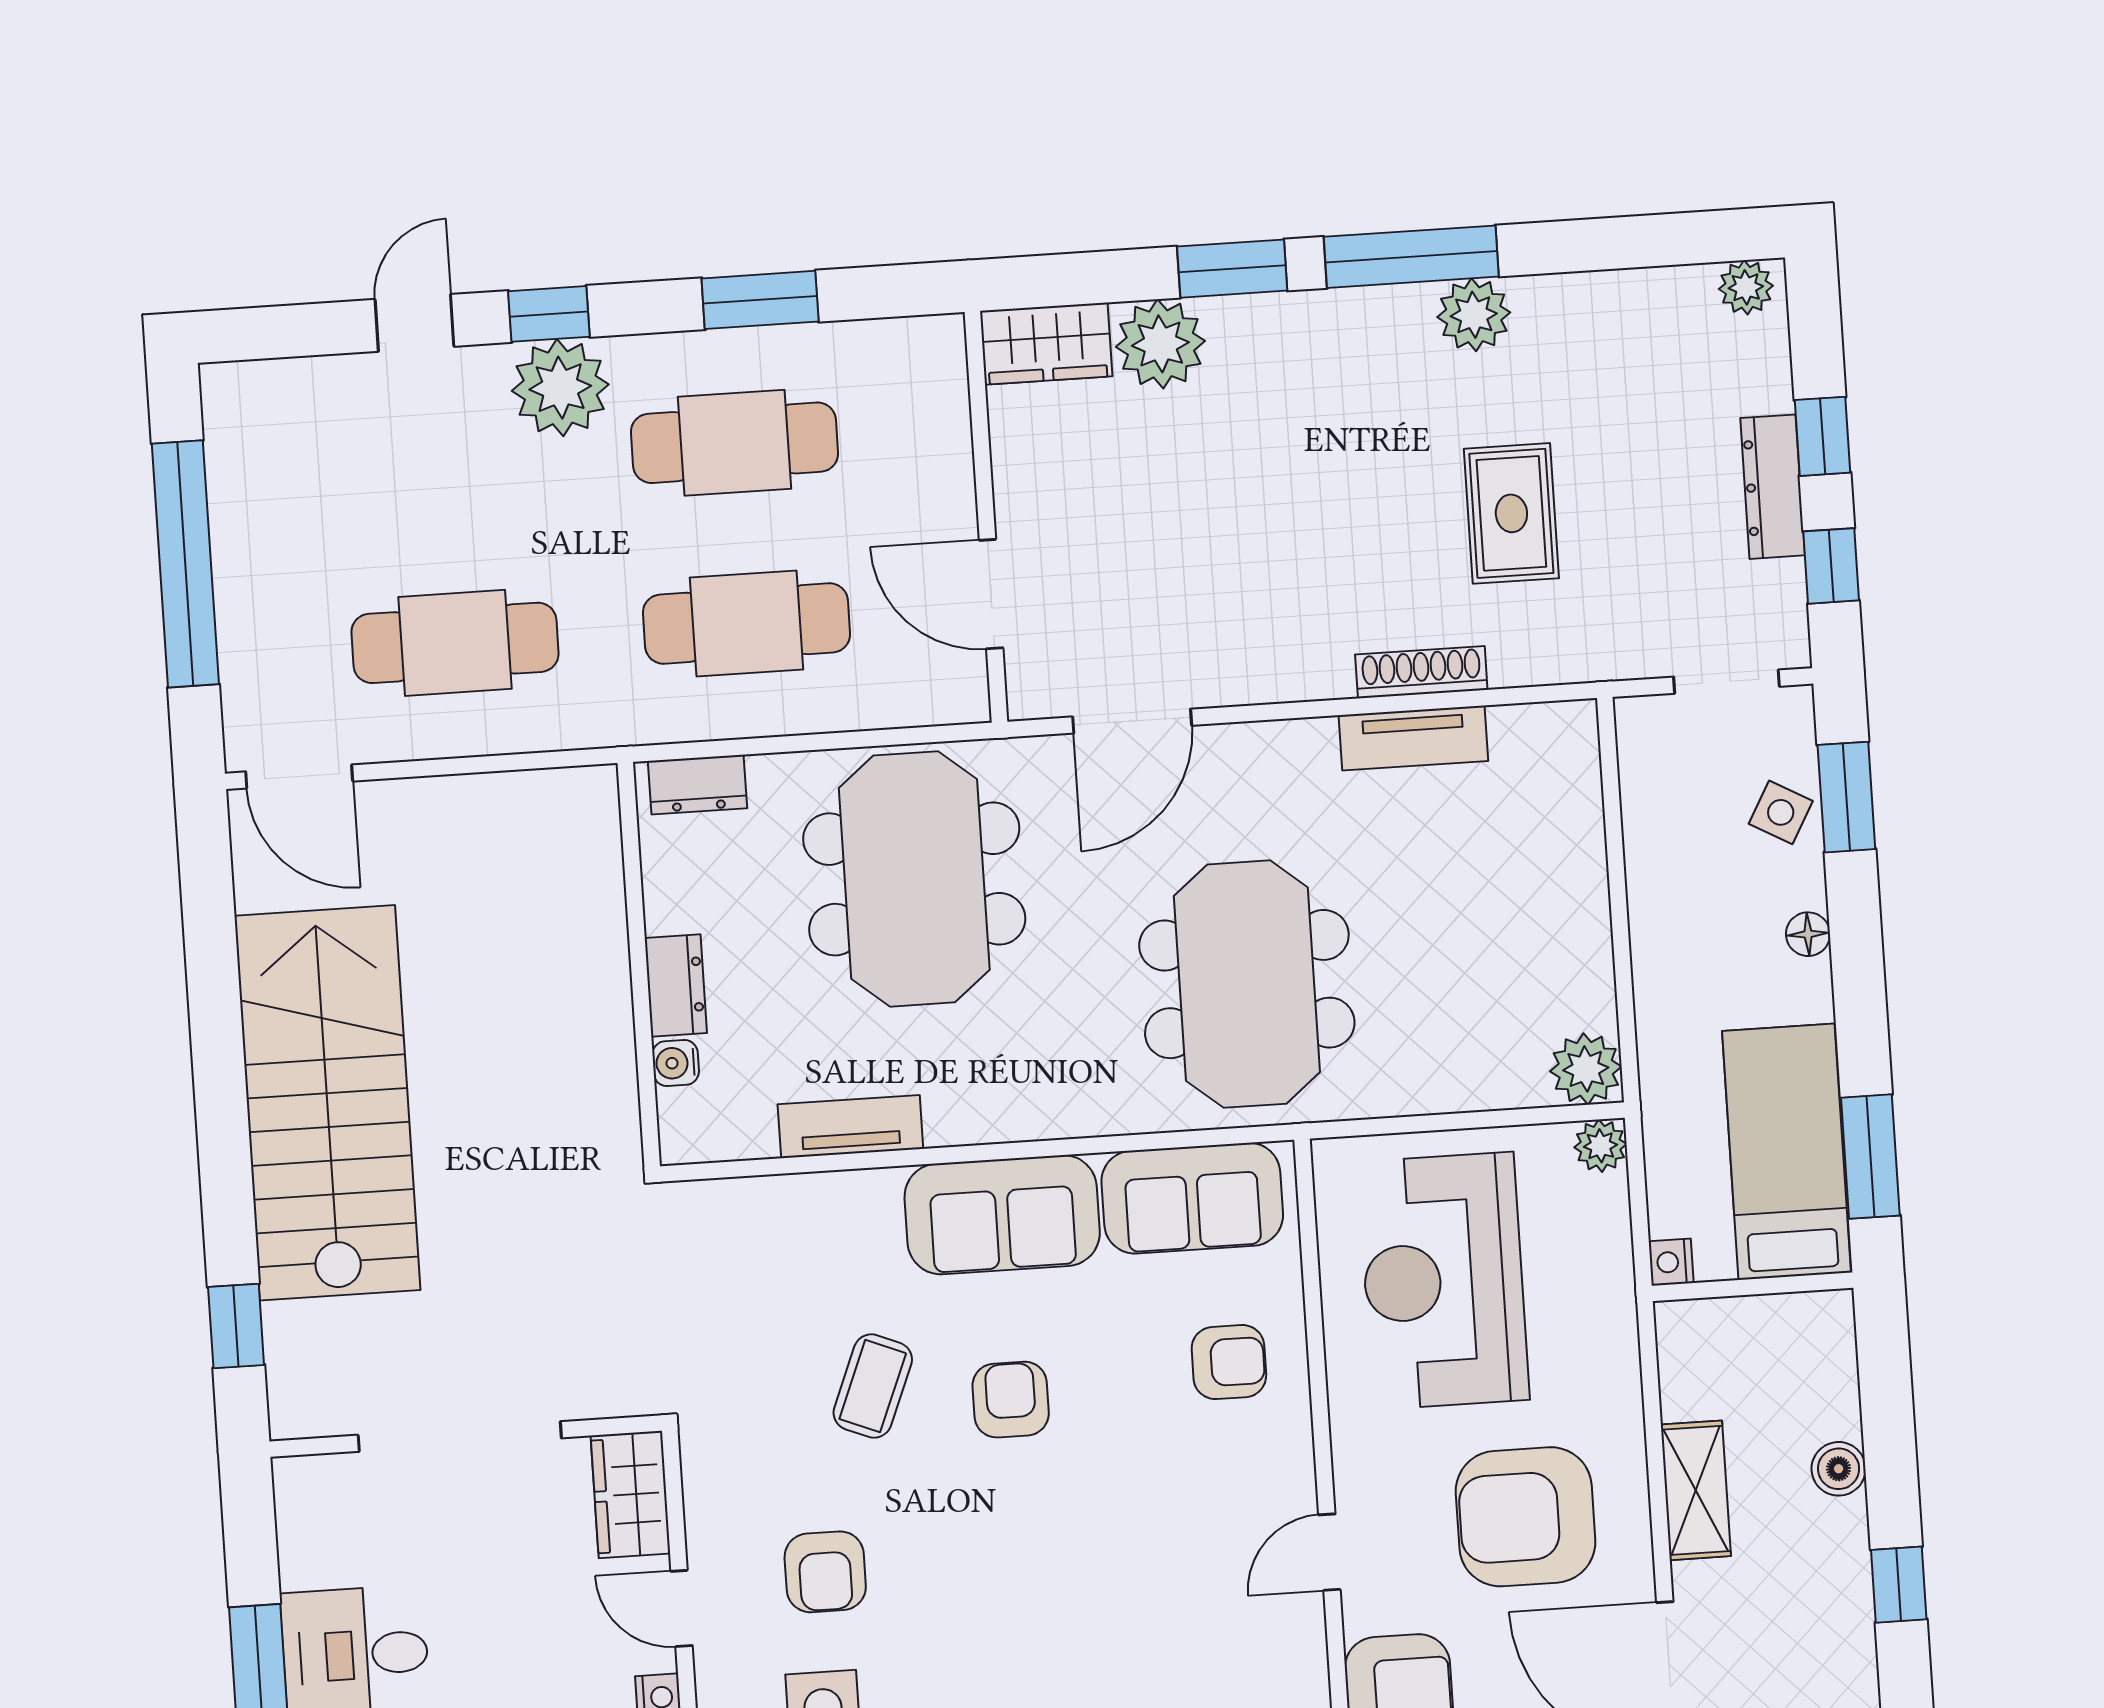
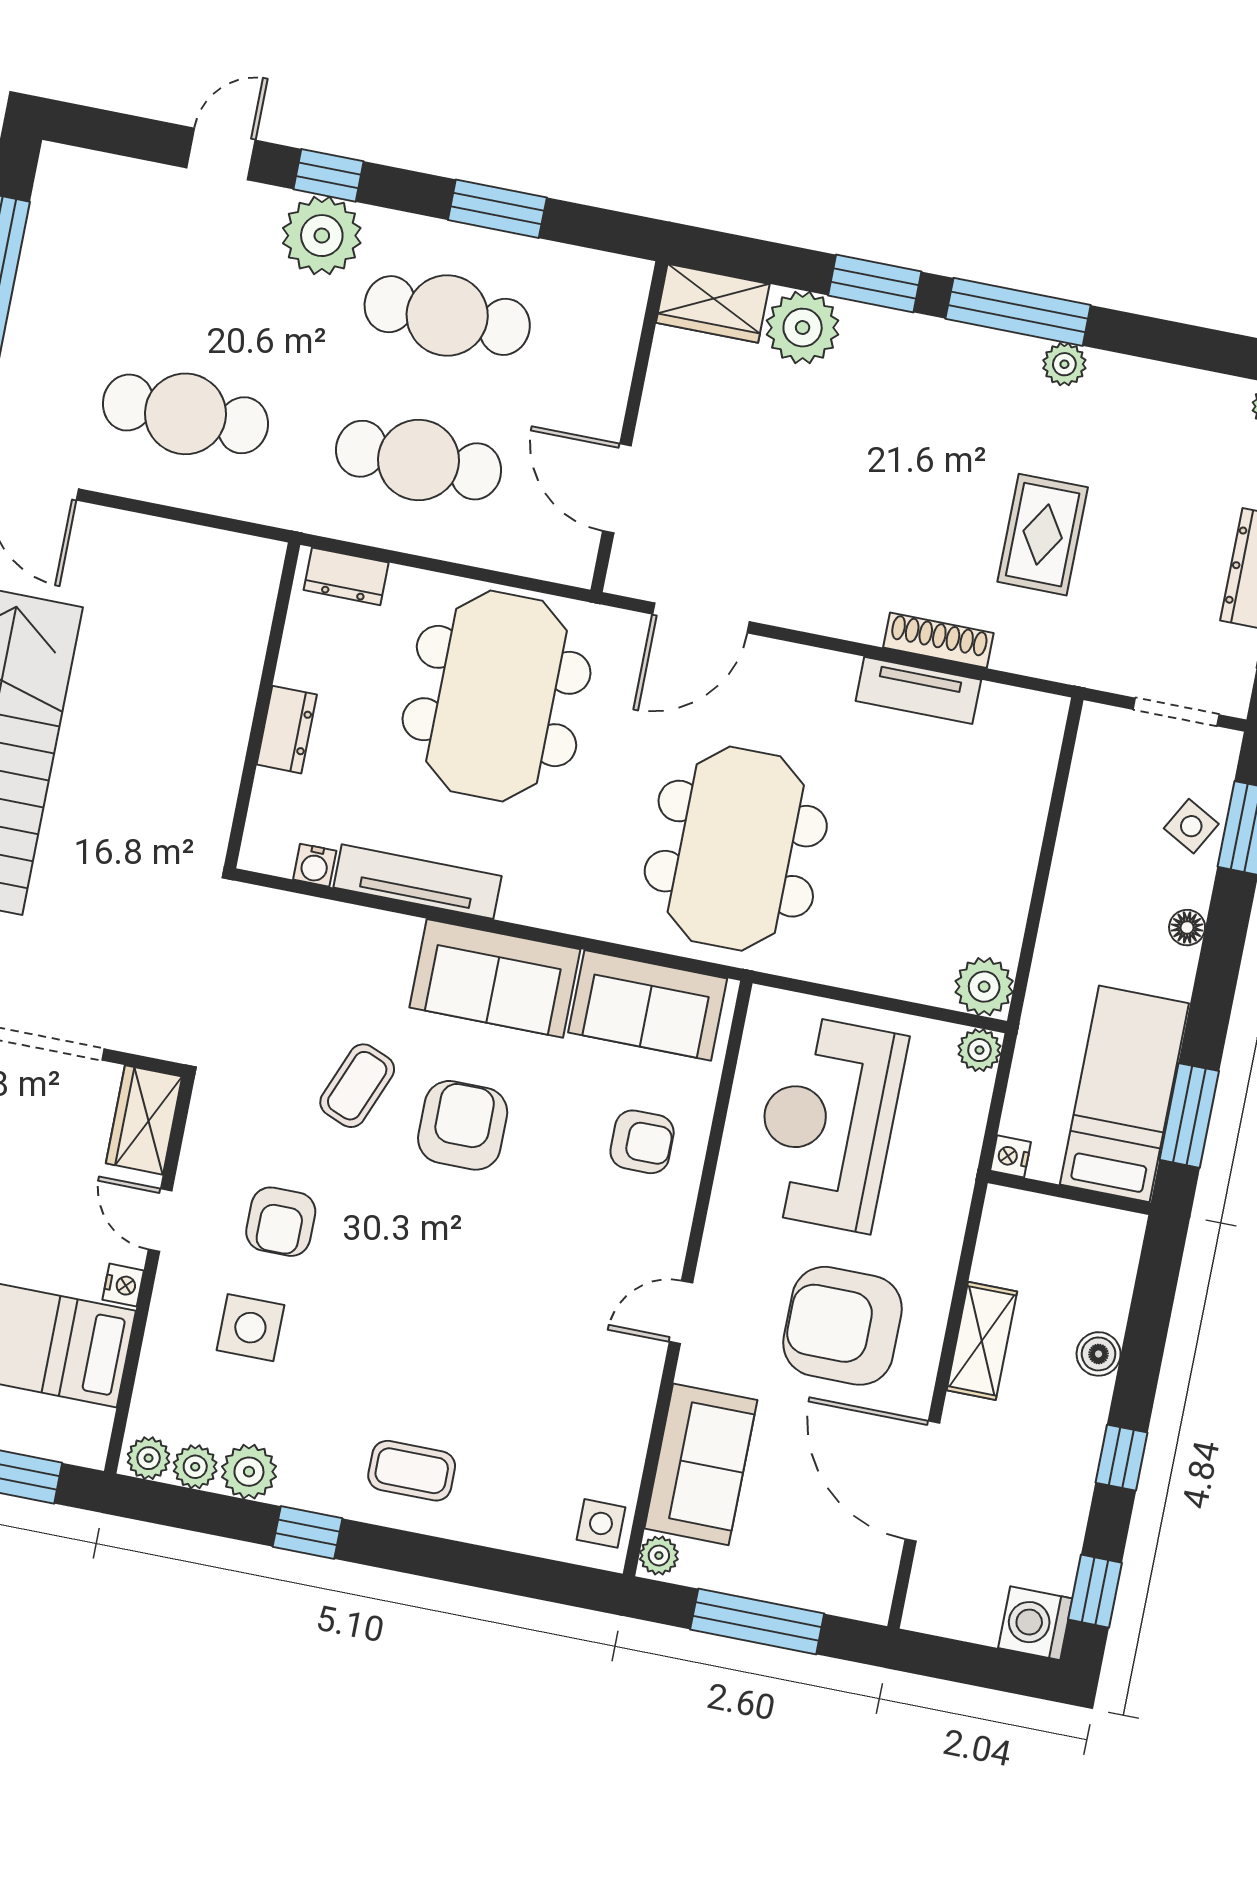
plant: (1474, 315) -> (1064, 364), width x0.73, depth x0.73
water cooler: (676, 1063) -> (315, 865), moved, turned -90
tv unit: (850, 1127) -> (417, 882), width x1.41
armchair: (1011, 1400) -> (463, 1125), width x1.38, depth x1.38

